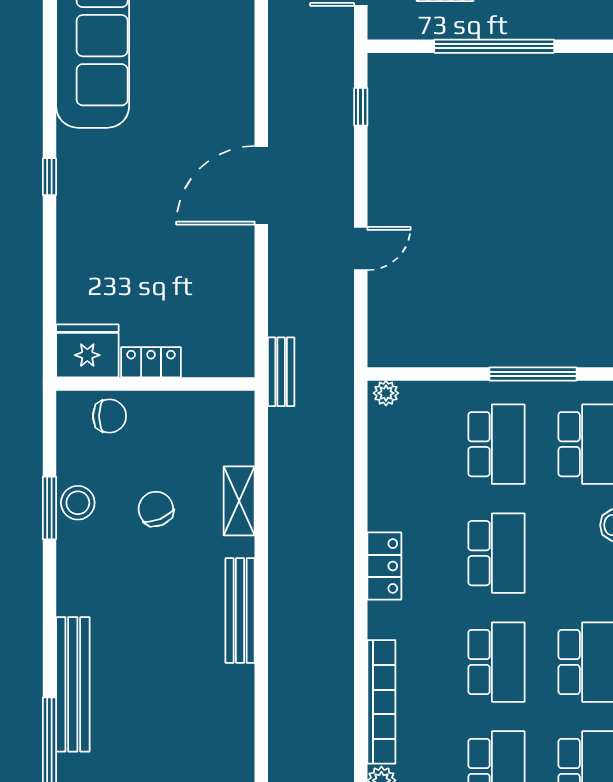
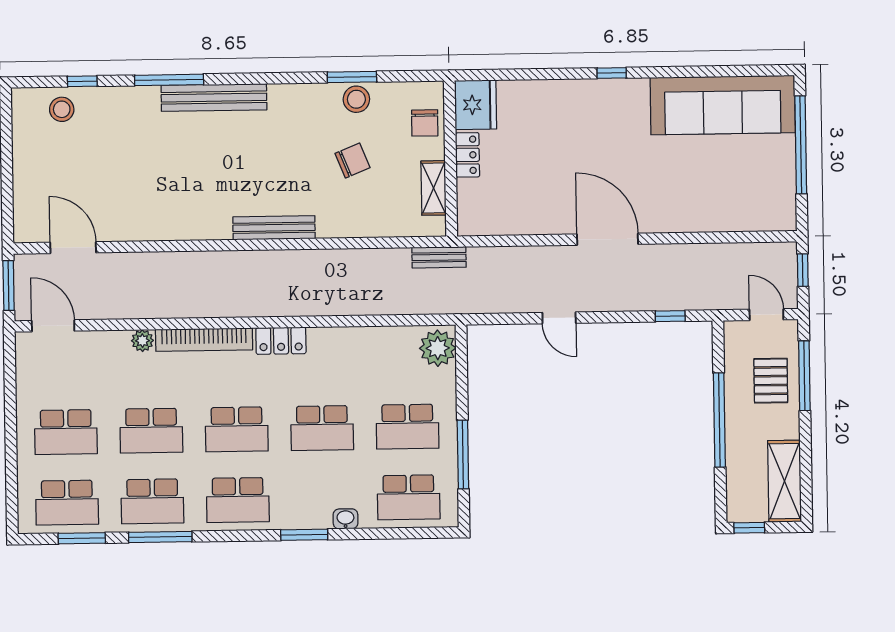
bench: (281, 372) -> (439, 257), moved
plant: (386, 393) -> (438, 348), width x1.87, depth x1.87
shelving: (239, 501) -> (434, 188), moved, turned 90
locker: (384, 566) -> (281, 341), moved

